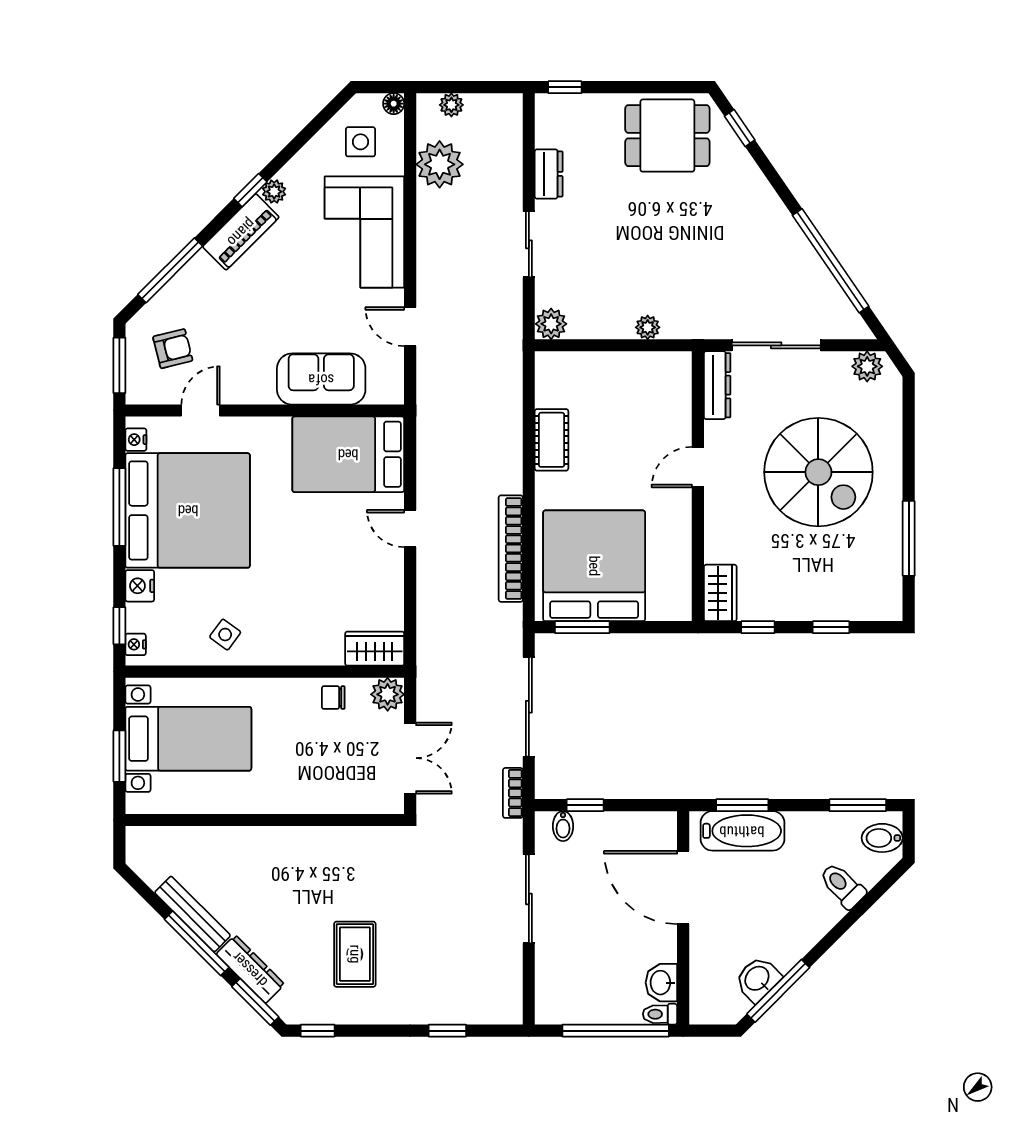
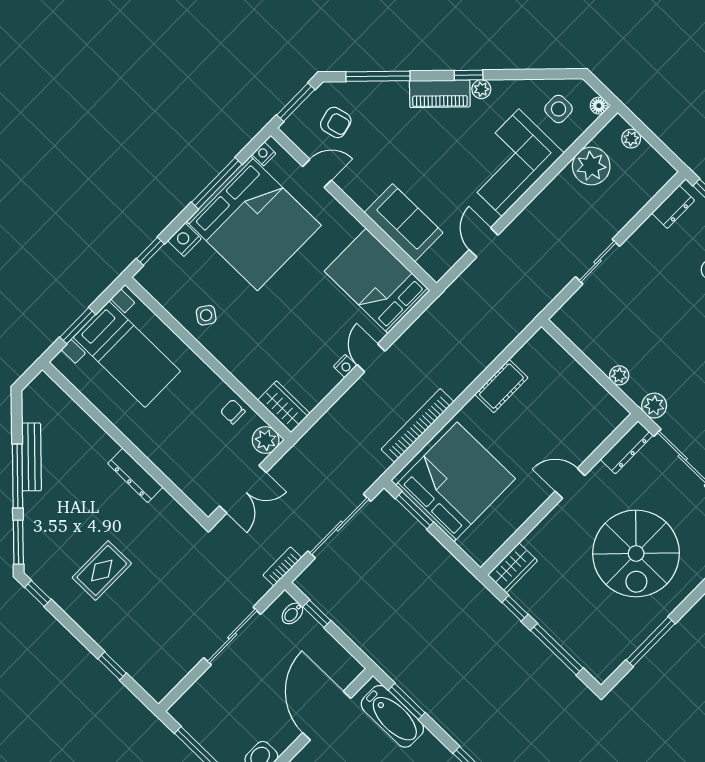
dresser: (549, 174) -> (673, 207), moved
plant: (551, 324) -> (654, 406), moved
window: (831, 627) -> (557, 649), width x2.17
nightstand: (136, 644) -> (345, 366), moved, turned 180
dresser: (250, 969) -> (135, 475), moved, turned 135

